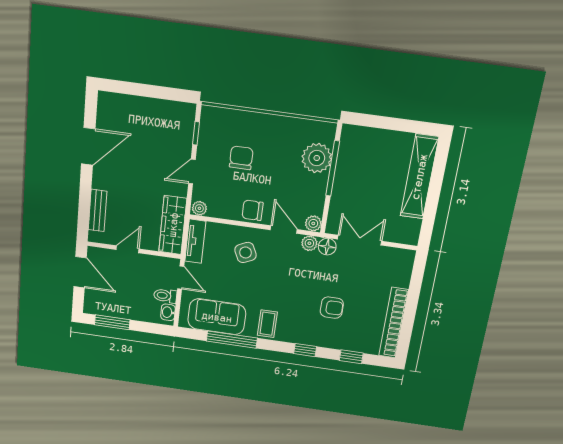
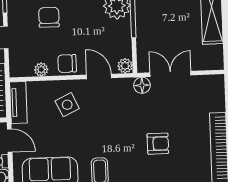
plant: (199, 208) -> (41, 70), moved
plant: (309, 243) -> (125, 85), removed

